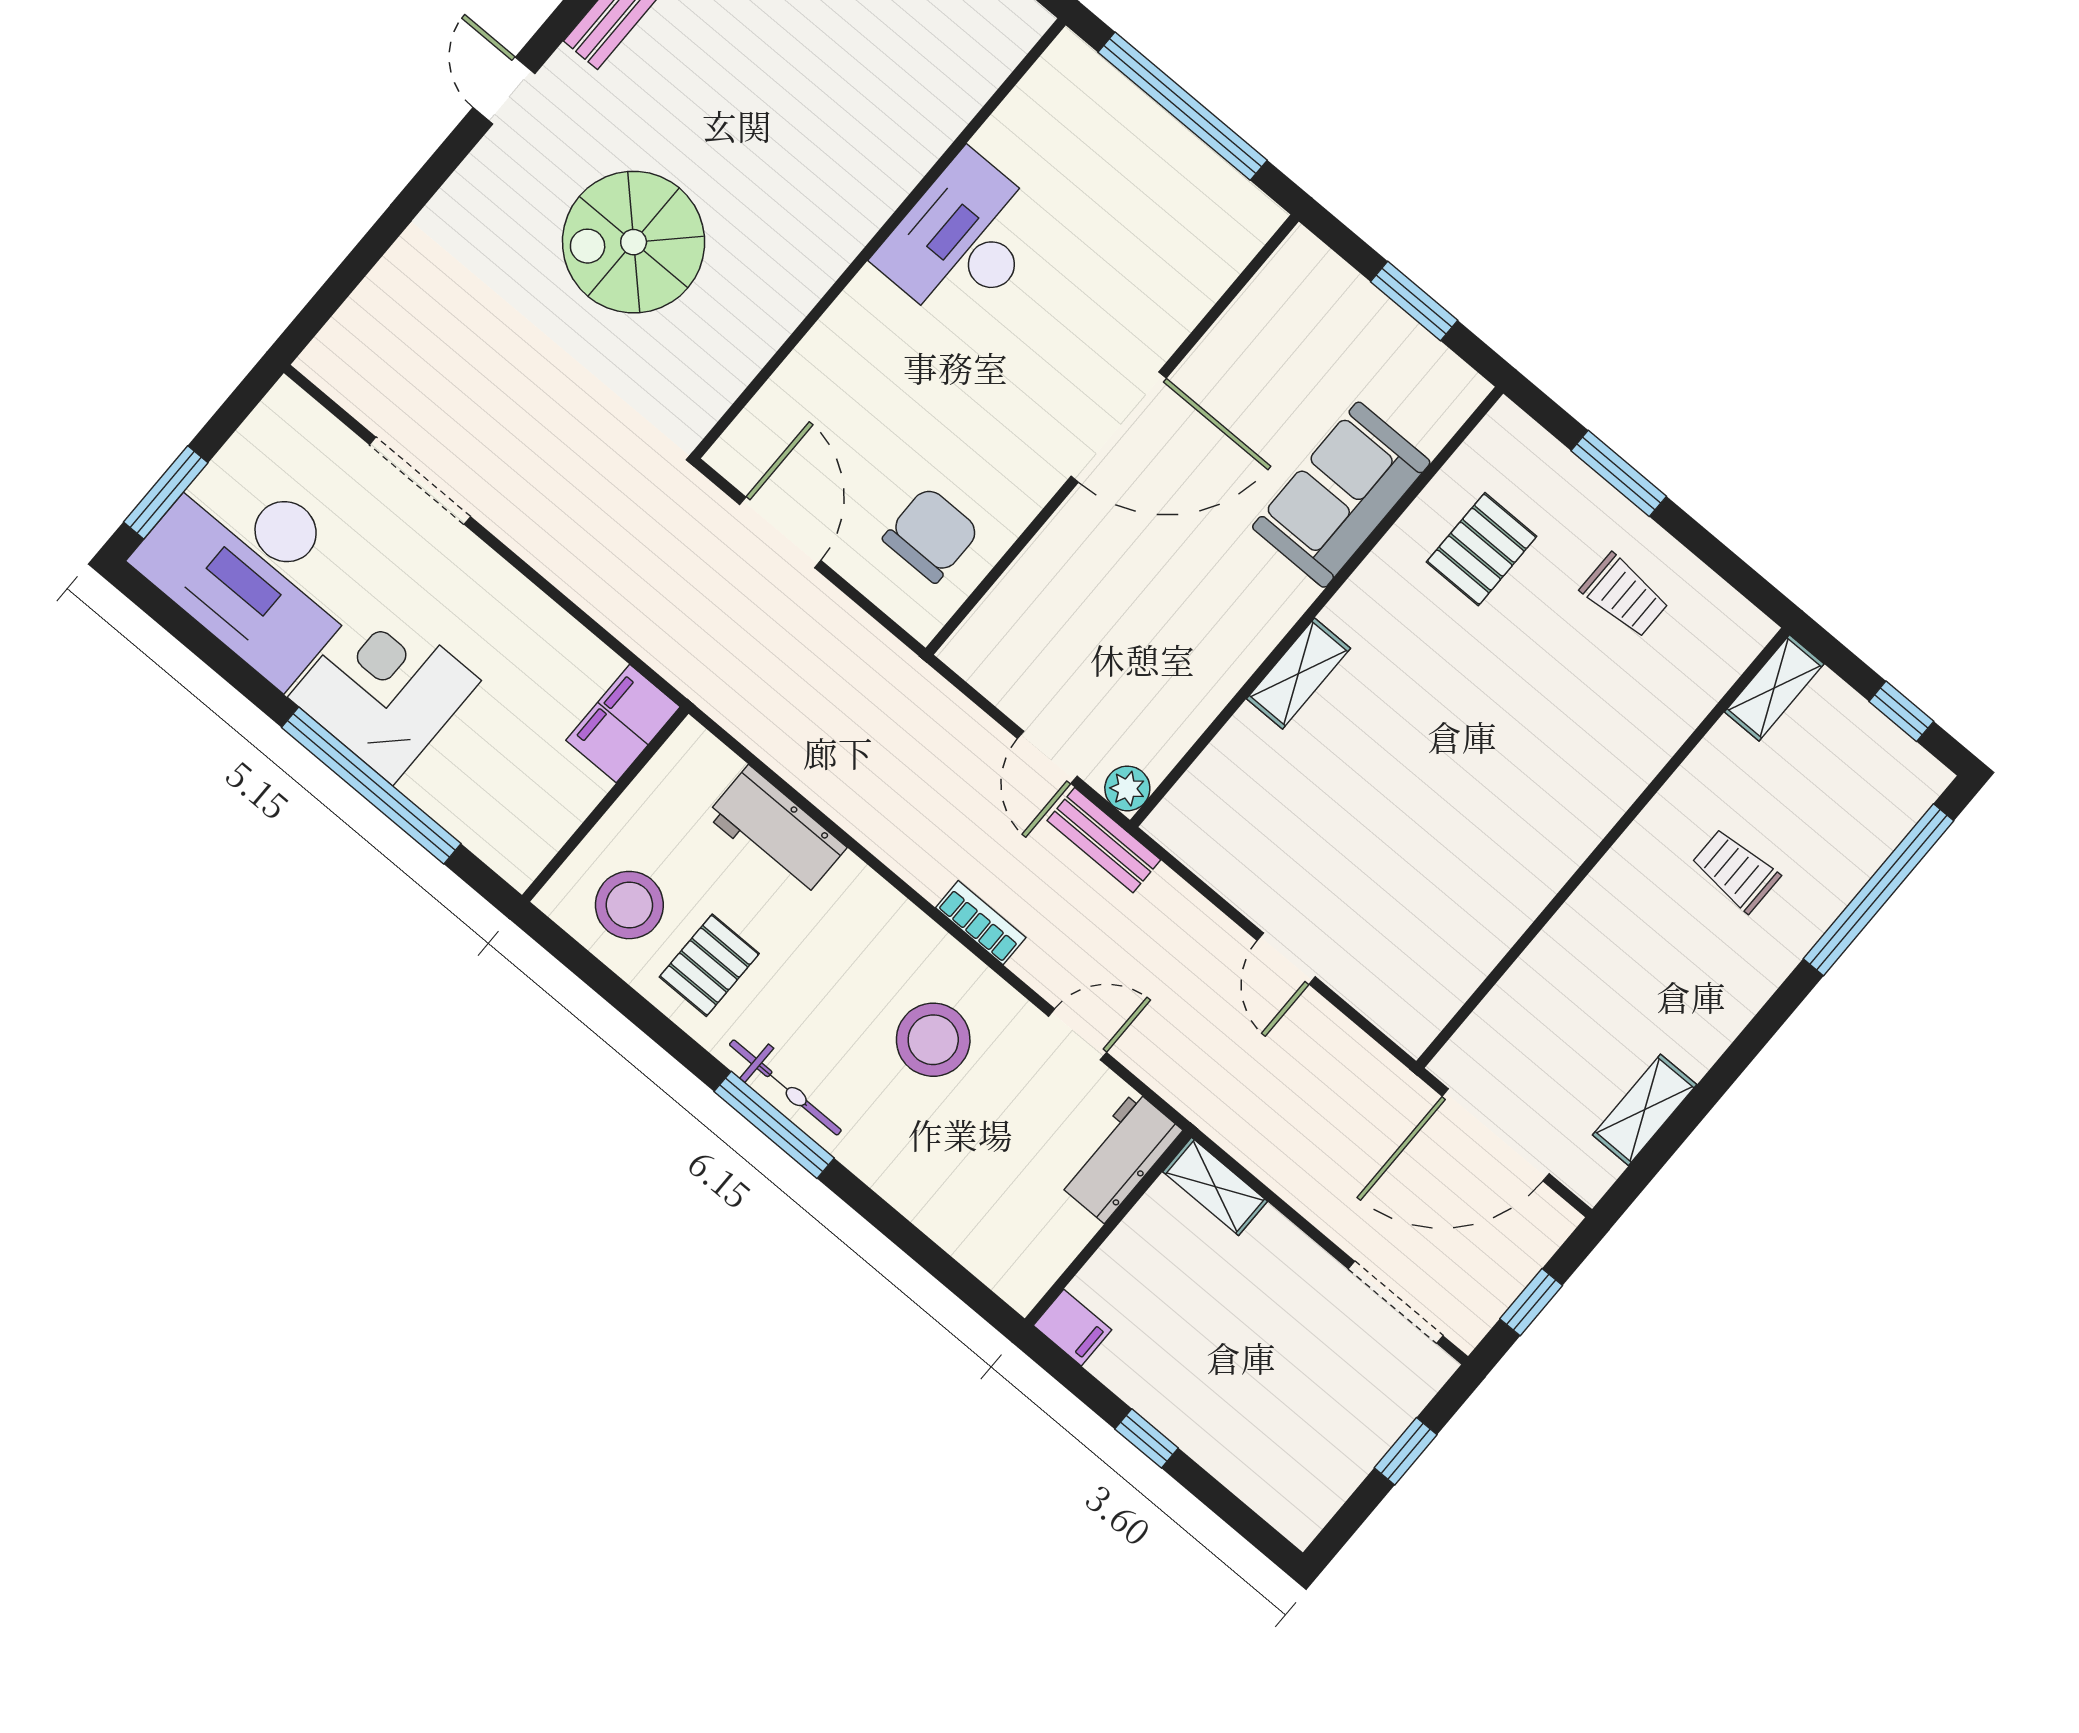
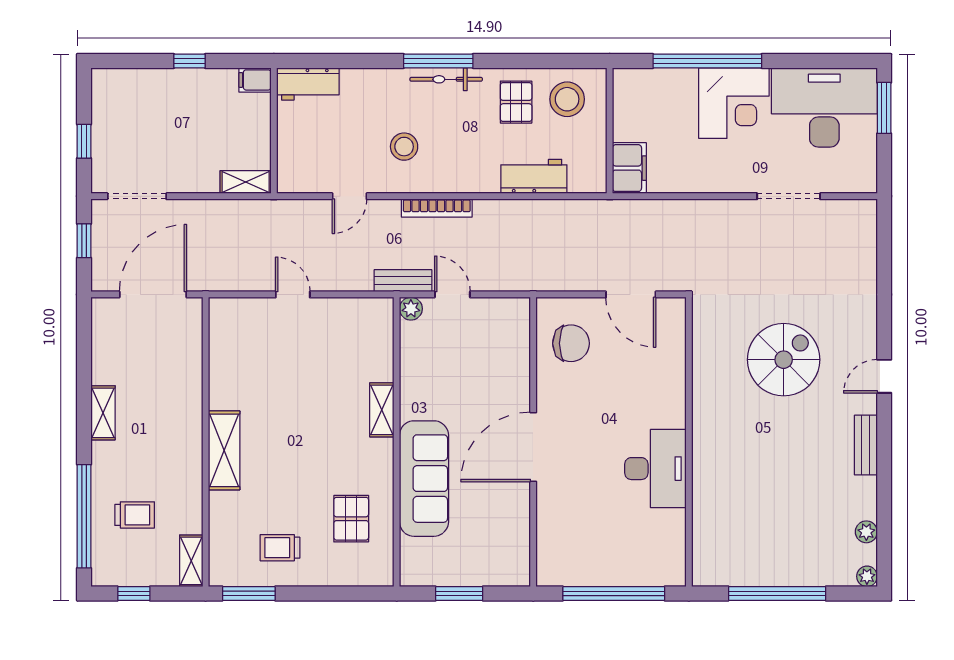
door: (504, 91) -> (884, 376), swing flipped
window: (1619, 473) -> (249, 593), moved
sofa: (1341, 495) -> (424, 479), width x1.36
chair: (931, 535) -> (571, 343), turned -90
shelving: (1586, 812) -> (224, 450), added
trolley: (1736, 870) -> (135, 515), moved
bookcase: (981, 923) -> (437, 208), width x1.56
stool: (933, 1040) -> (404, 147), width x0.73, depth x0.73
shelving: (1645, 1110) -> (103, 413), moved
workbench: (1120, 1157) -> (308, 84), moved, turned 90

